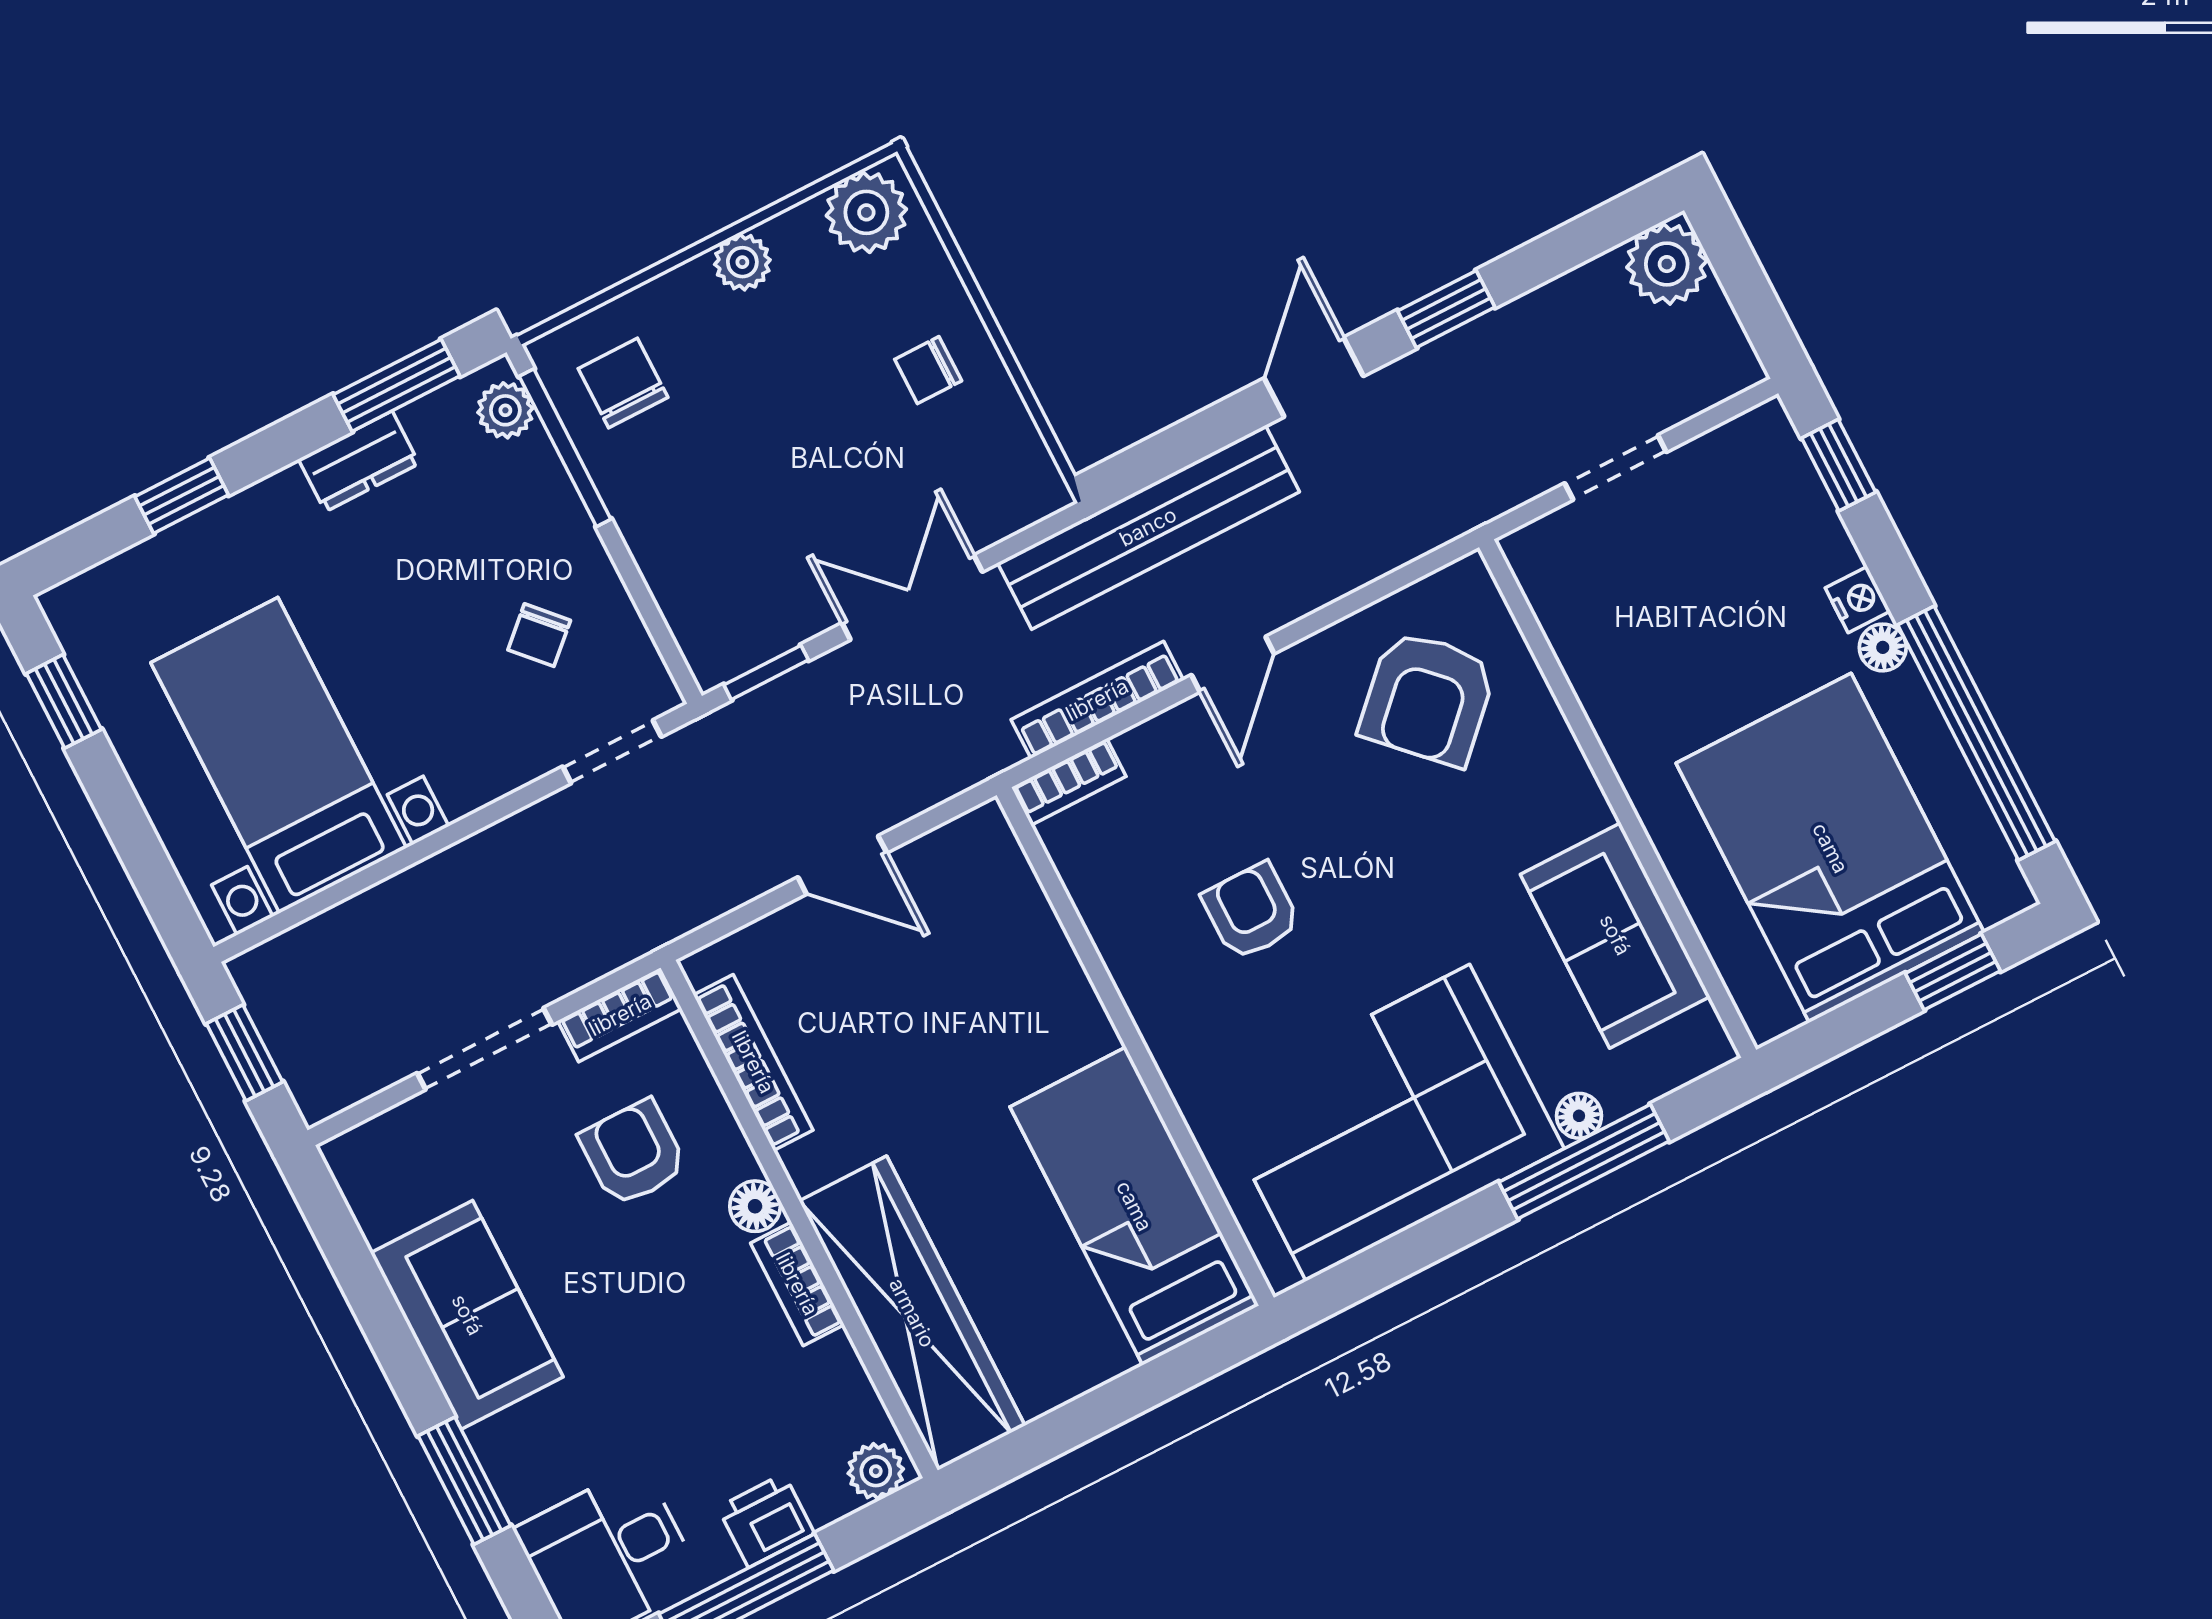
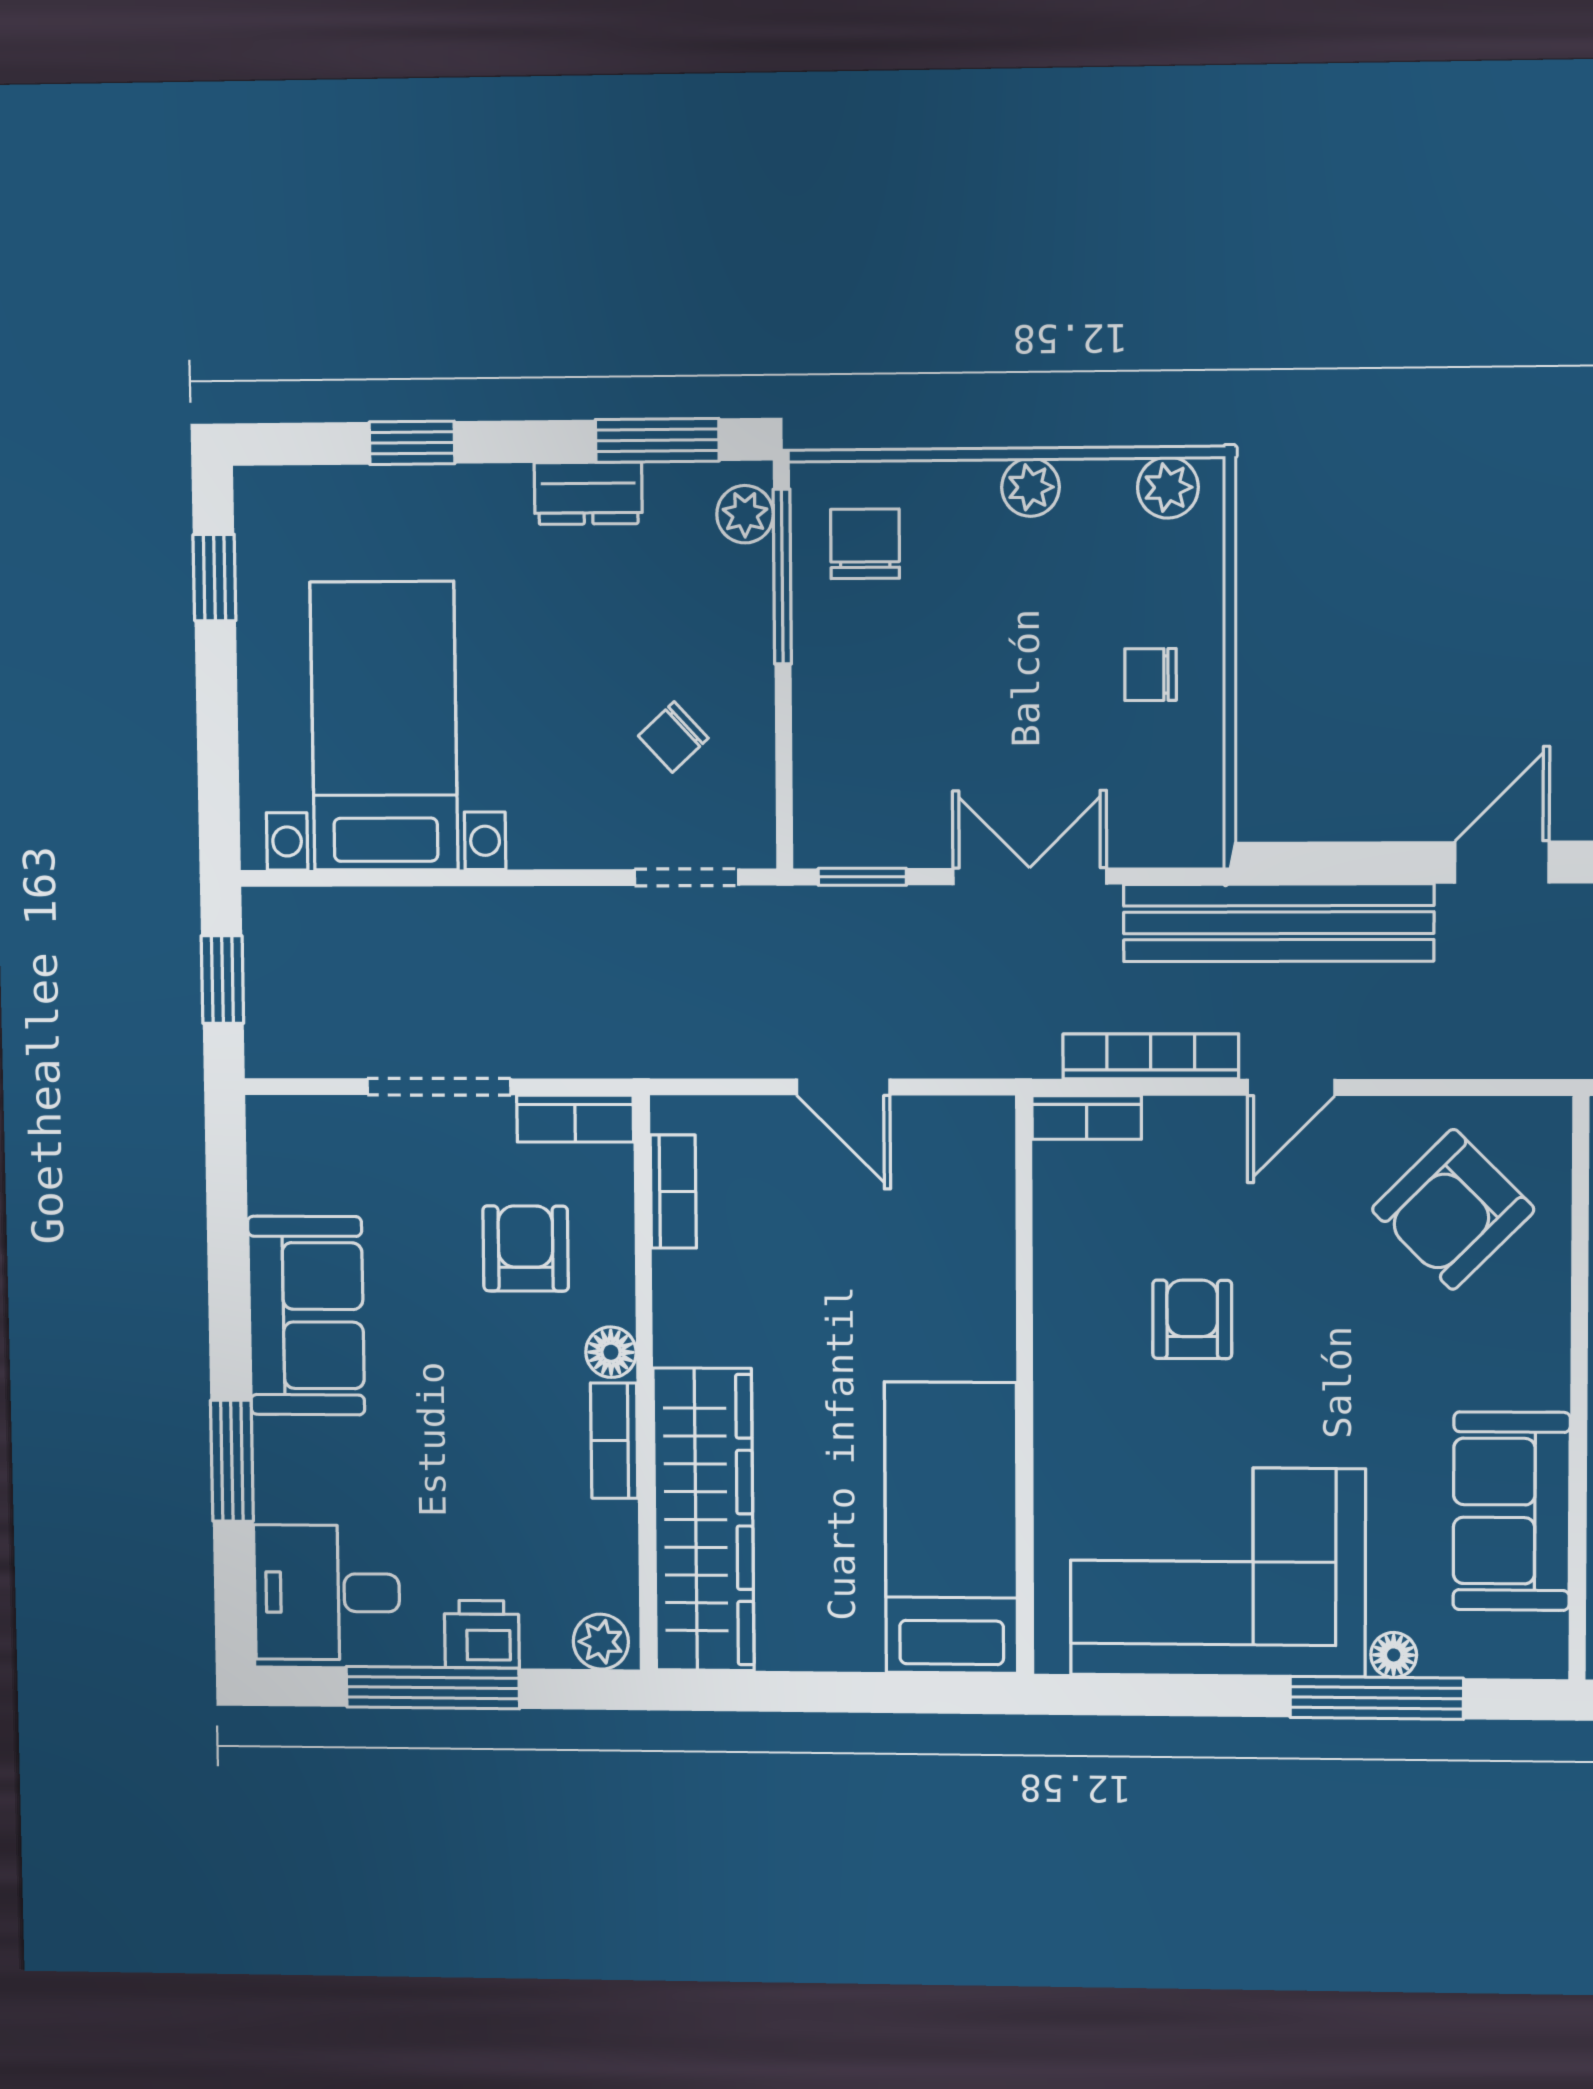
plant: (866, 212) -> (1168, 487), width x0.73, depth x0.73
bookcase: (753, 1062) -> (673, 1191), width x0.64

